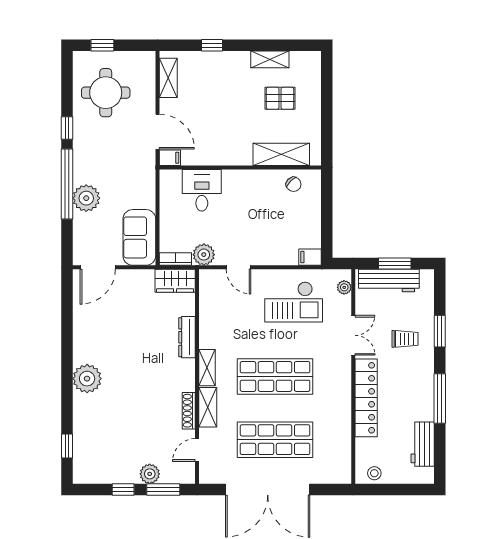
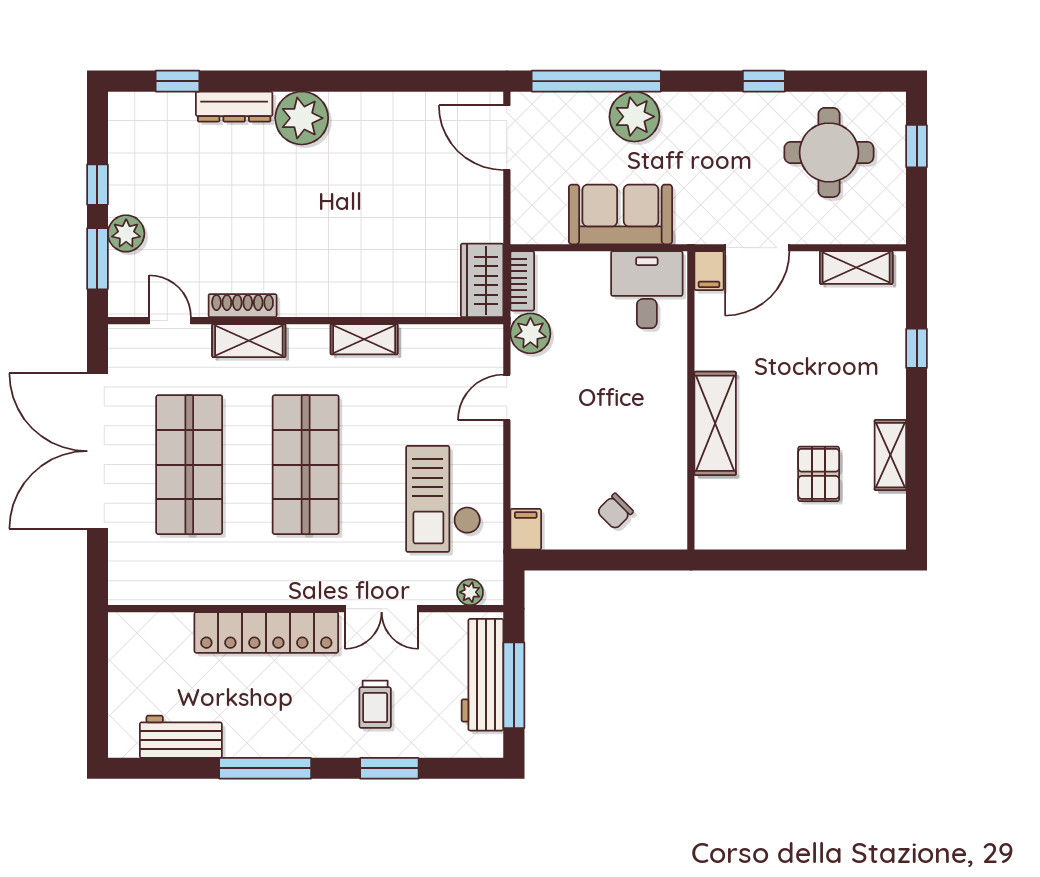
shelving: (281, 154) -> (715, 423), moved
window: (67, 184) -> (596, 81), moved
chair: (294, 184) -> (615, 511), moved
desk: (202, 190) -> (647, 290), moved, turned -90
sofa: (139, 237) -> (620, 214), moved
window: (395, 264) -> (514, 685), width x1.44
dresser: (187, 337) -> (234, 107), moved, turned 180
shelving: (207, 368) -> (364, 339), moved
stool: (374, 473) -> (127, 648), removed

